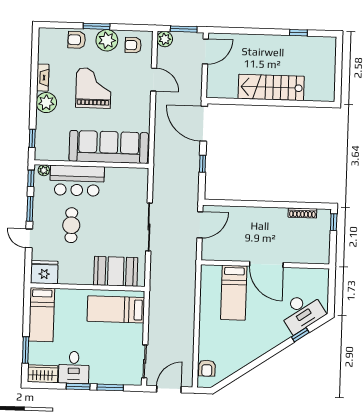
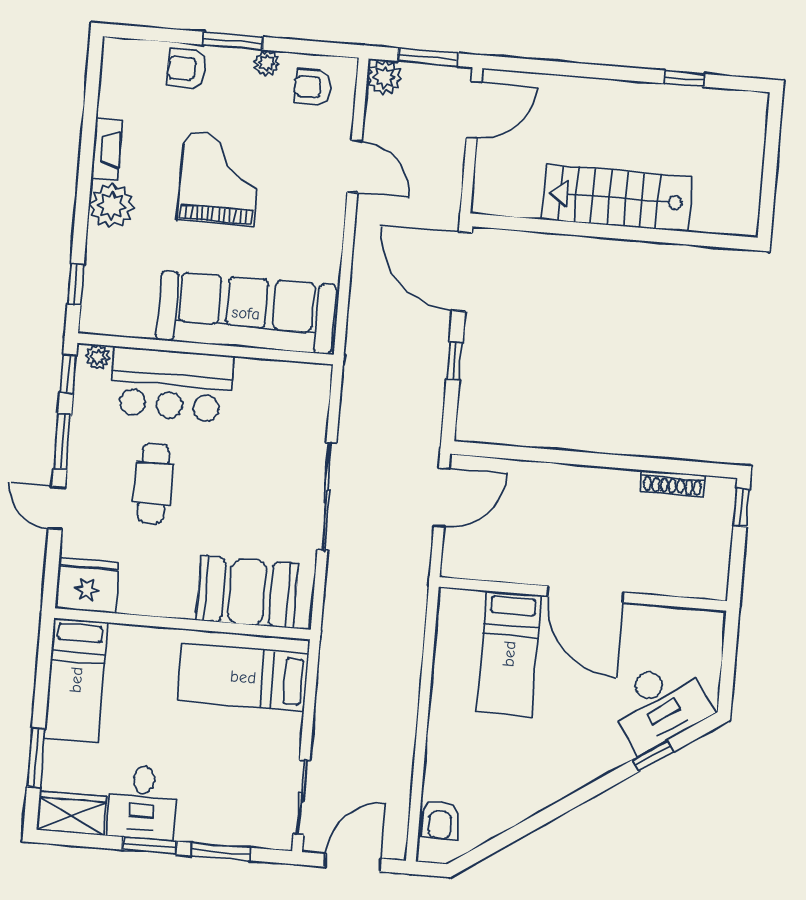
plant: (107, 40) -> (267, 63), width x0.53, depth x0.53

